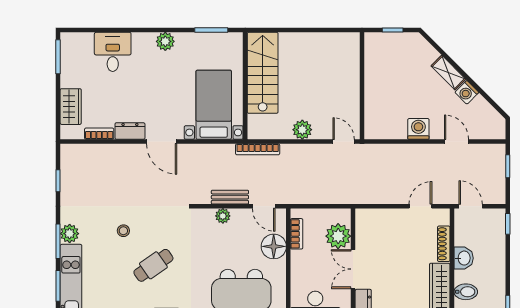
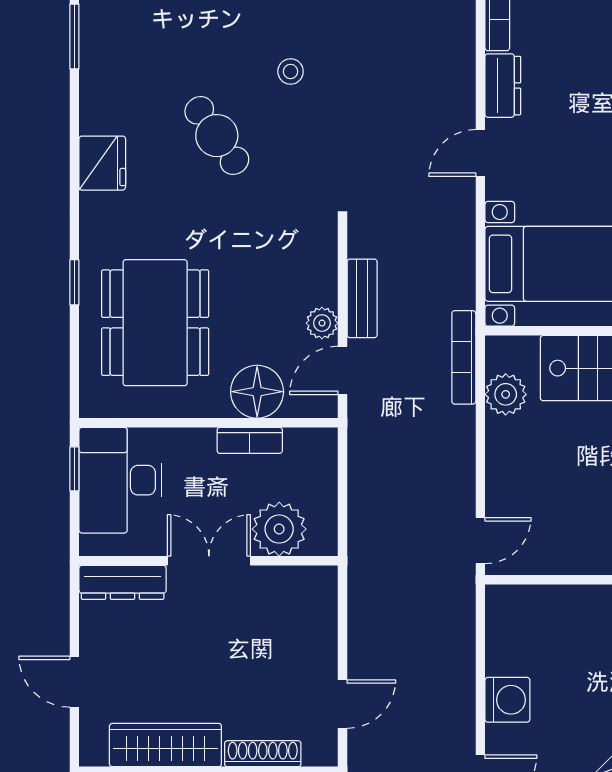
plant: (302, 130) -> (506, 394), moved
door: (162, 142) -> (480, 153), width x0.73
door: (420, 206) -> (342, 704), hinge flipped
plant: (223, 216) -> (322, 323), moved
bookcase: (297, 234) -> (250, 440), moved

